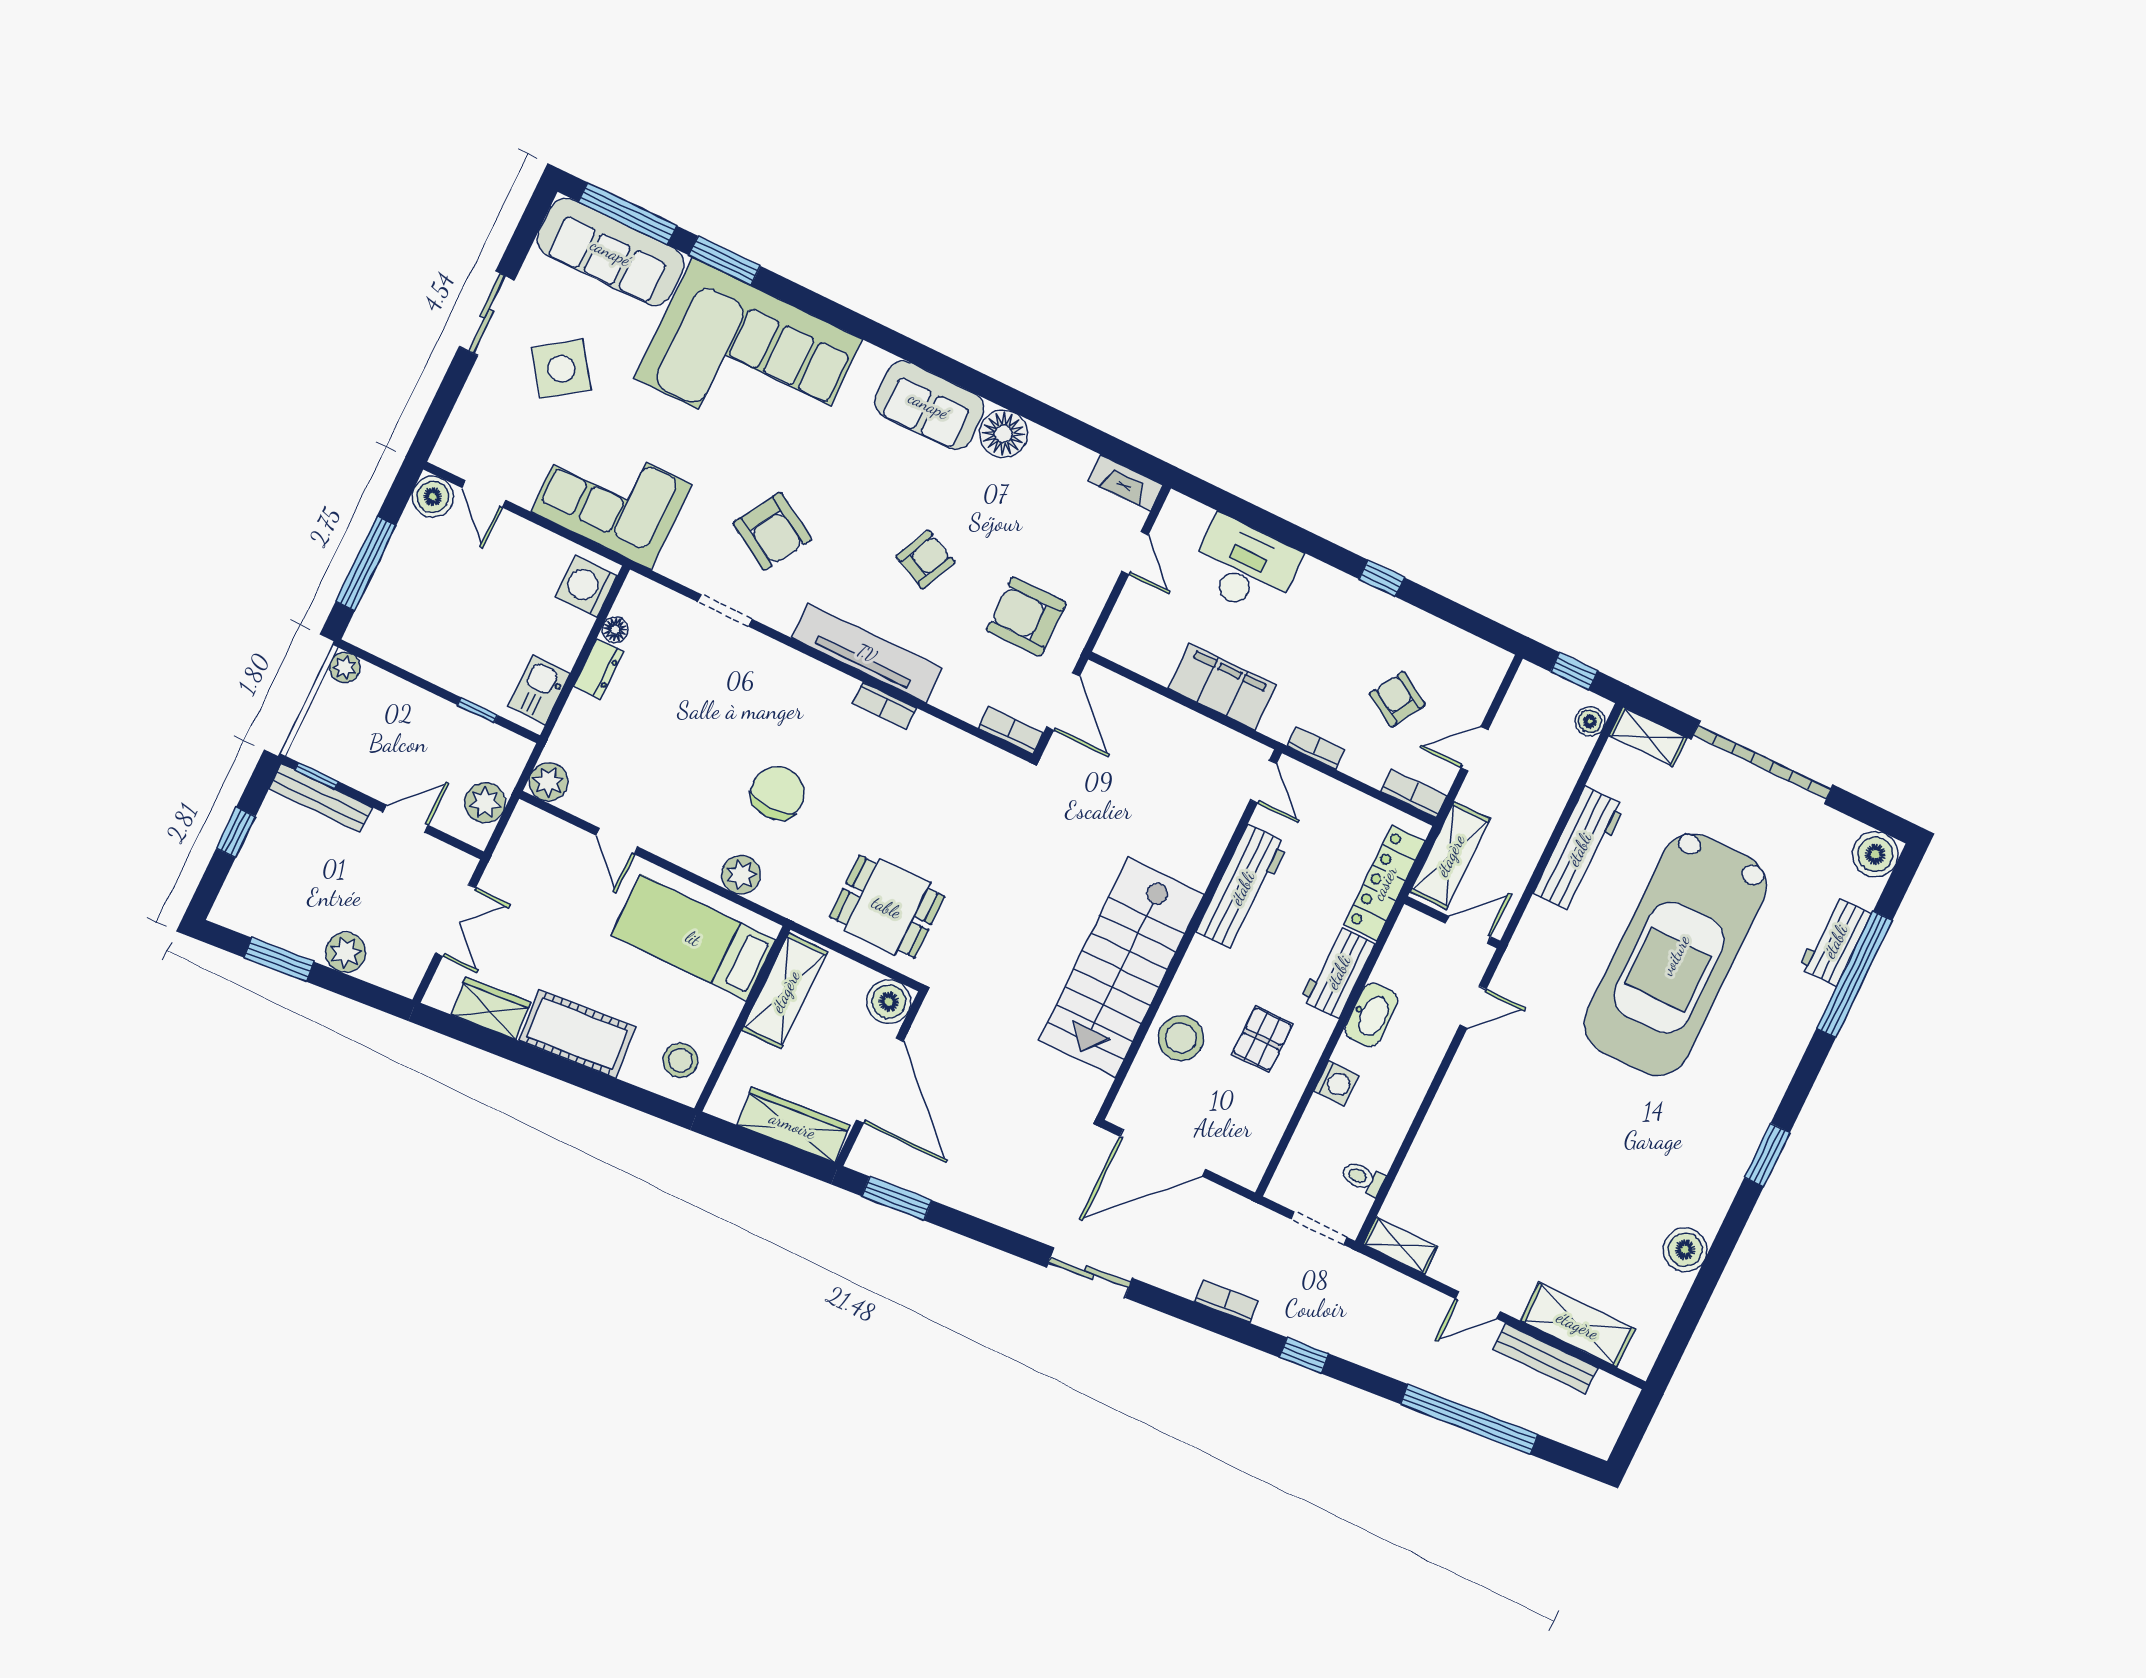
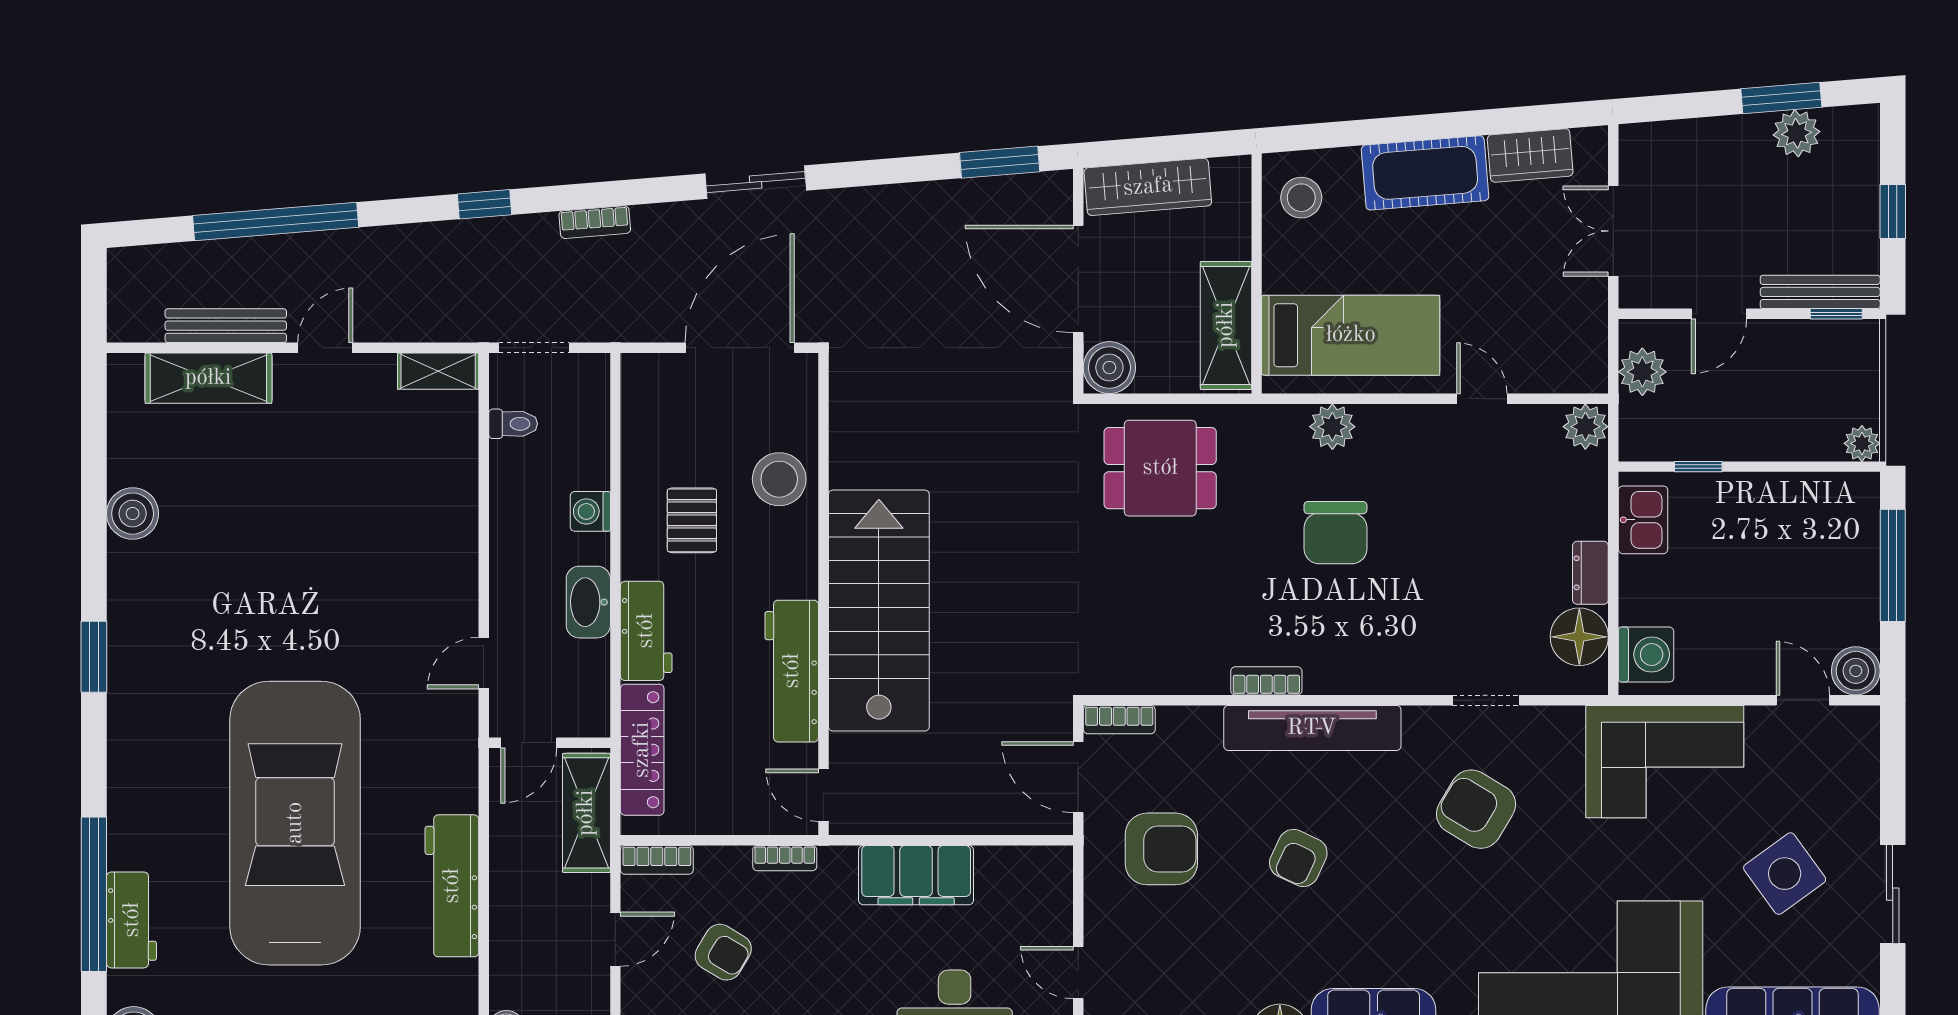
floor lamp: (615, 630) -> (1579, 637), width x1.89, depth x1.89
plant: (346, 952) -> (1797, 133), moved
stairs: (1122, 967) -> (879, 611), moved

